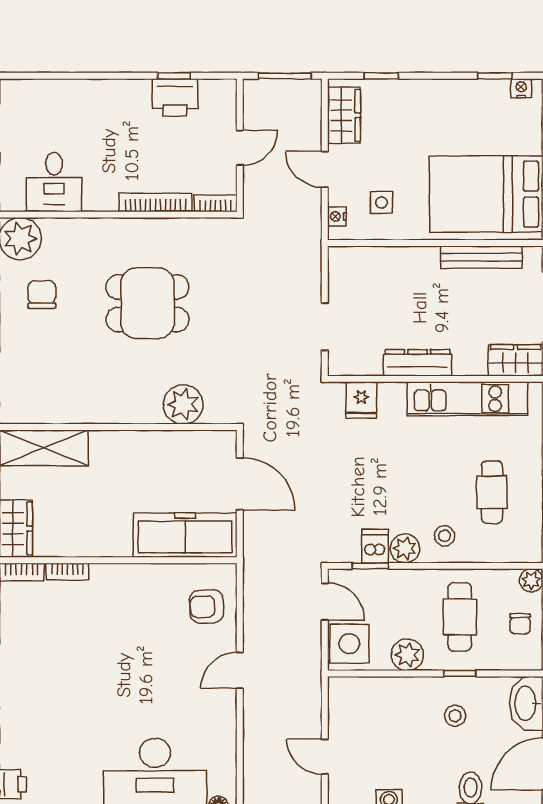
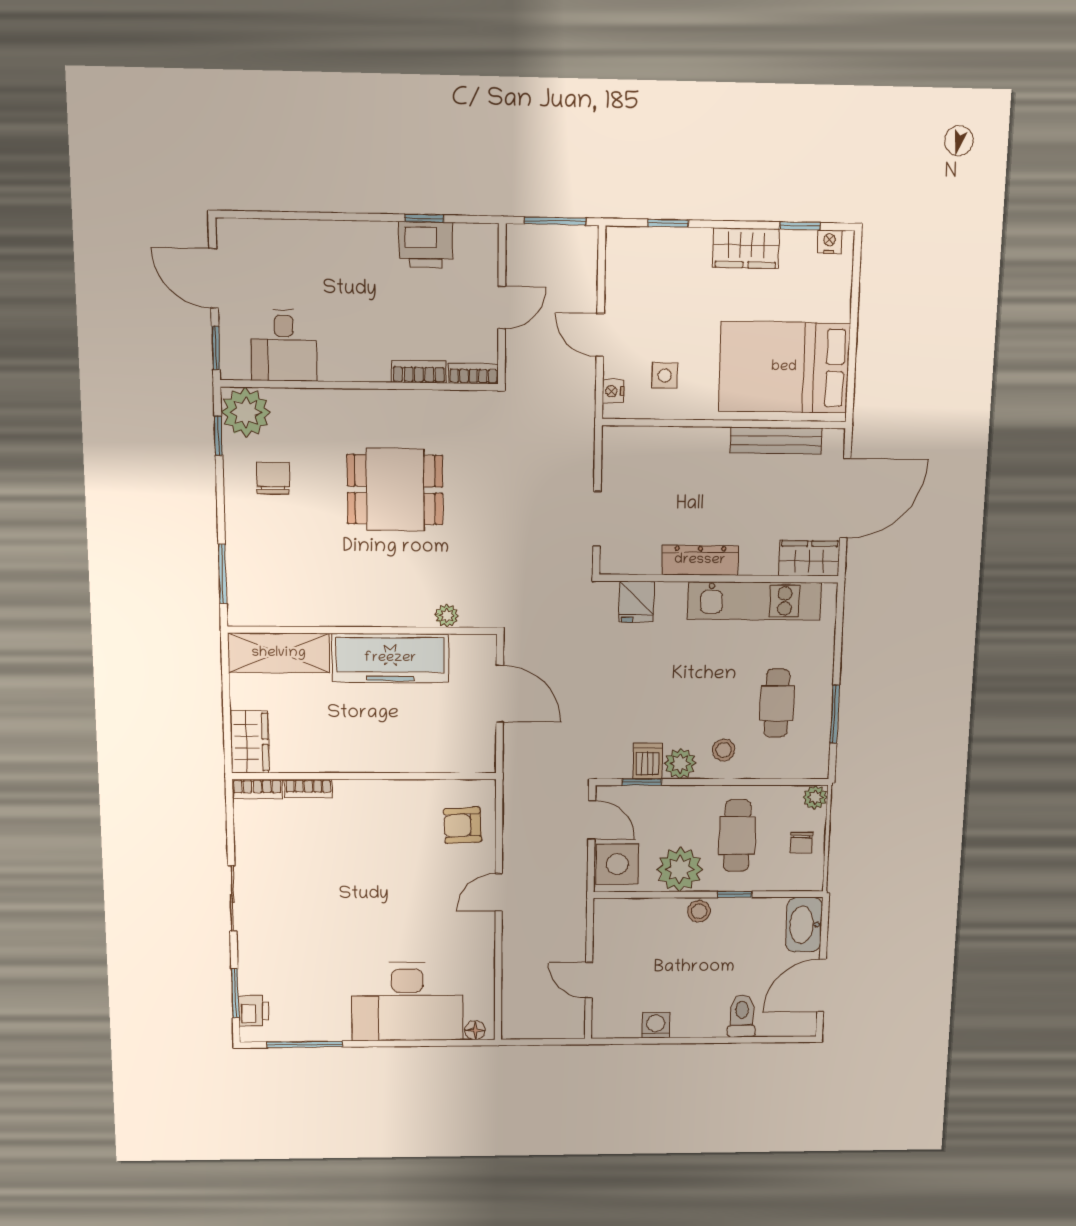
wardrobe: (344, 115) -> (746, 248), moved, turned 90
bookcase: (156, 202) -> (419, 372), width x0.64
plant: (183, 404) -> (447, 616), width x0.53, depth x0.53
freezer: (185, 535) -> (390, 658), moved, turned 180
plant: (407, 655) -> (680, 869), width x1.36, depth x1.36
stool: (455, 716) -> (699, 911), moved

